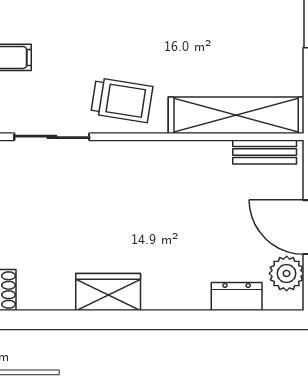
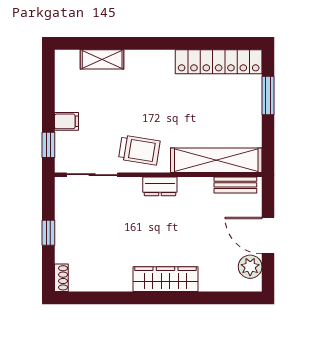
wardrobe: (108, 292) -> (165, 279), moved, width x1.50
dresser: (237, 296) -> (160, 186), moved, turned 180

